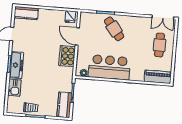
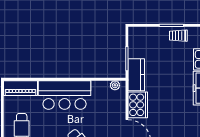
bar counter: (109, 67) -> (65, 95), moved
kitchen counter: (64, 105) -> (136, 75), moved

